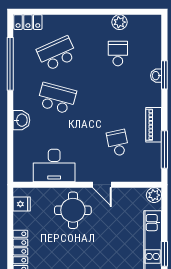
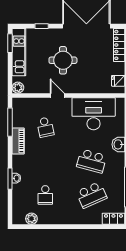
plant: (119, 22) -> (31, 219), moved
desk: (54, 165) -> (94, 114), width x1.36, depth x1.30
round table: (73, 210) -> (63, 60), moved

